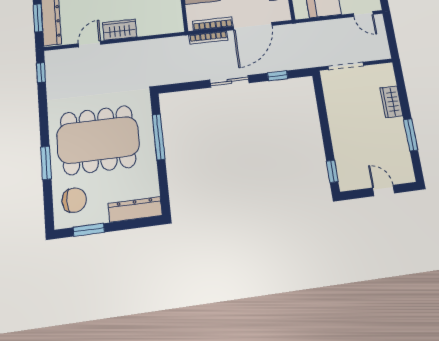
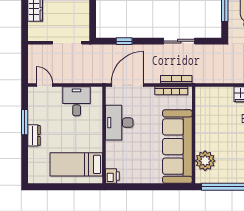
door: (253, 26) -> (127, 85), moved
sliding door: (229, 81) -> (179, 41), moved

